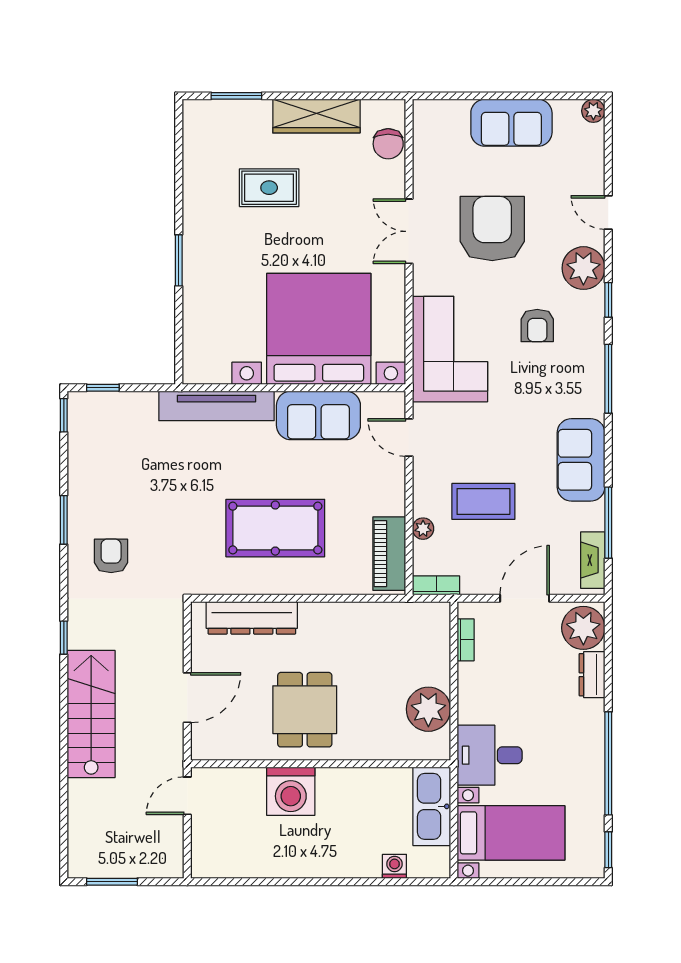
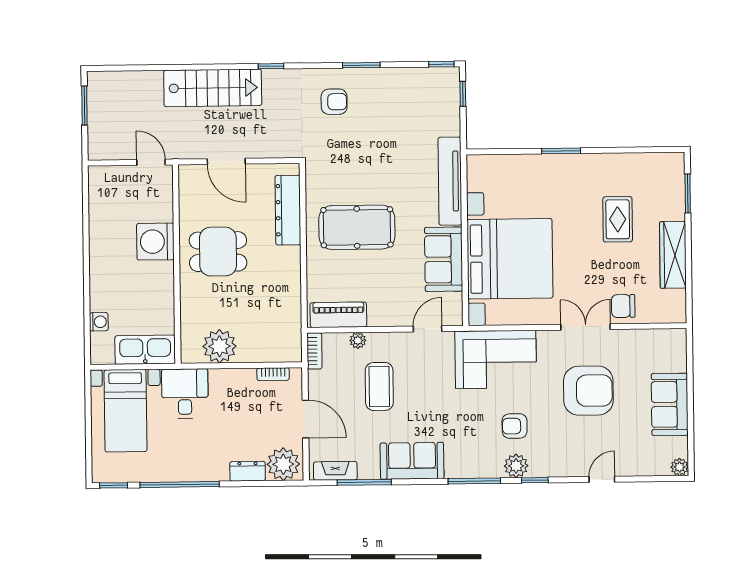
chair: (388, 144) -> (623, 306), moved
plant: (583, 268) -> (516, 466), moved, width x0.73, depth x0.73
pool table: (275, 528) -> (357, 227), turned 90

